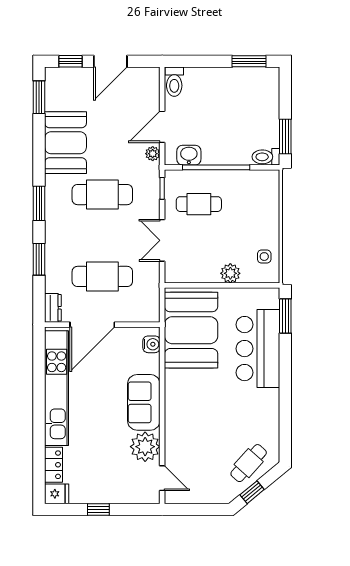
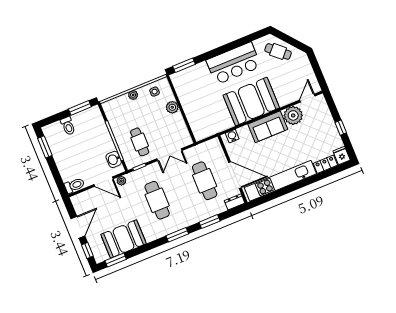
door: (110, 61) -> (78, 227), hinge flipped
booth: (65, 143) -> (124, 239), moved
toilet: (266, 157) -> (68, 126), moved
plant: (272, 223) -> (133, 95), added
booth: (191, 330) -> (251, 101), moved
bar counter: (258, 349) -> (234, 63), moved
window: (252, 492) -> (294, 43), removed

